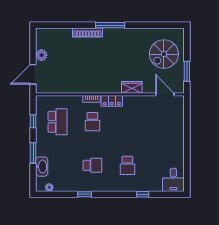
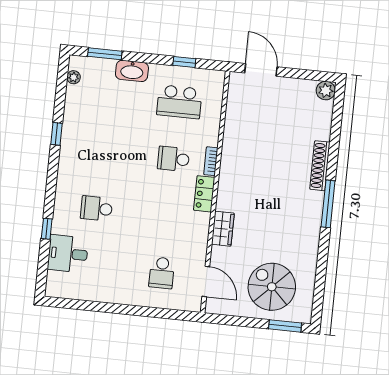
plant: (41, 55) -> (326, 91), moved
window: (187, 71) -> (285, 326), moved
door: (165, 94) -> (206, 281), hinge flipped
window: (33, 153) -> (105, 54), moved
school desk: (92, 165) -> (162, 273), moved
washbasin: (42, 167) -> (132, 71), moved
desk: (173, 180) -> (68, 254), moved

